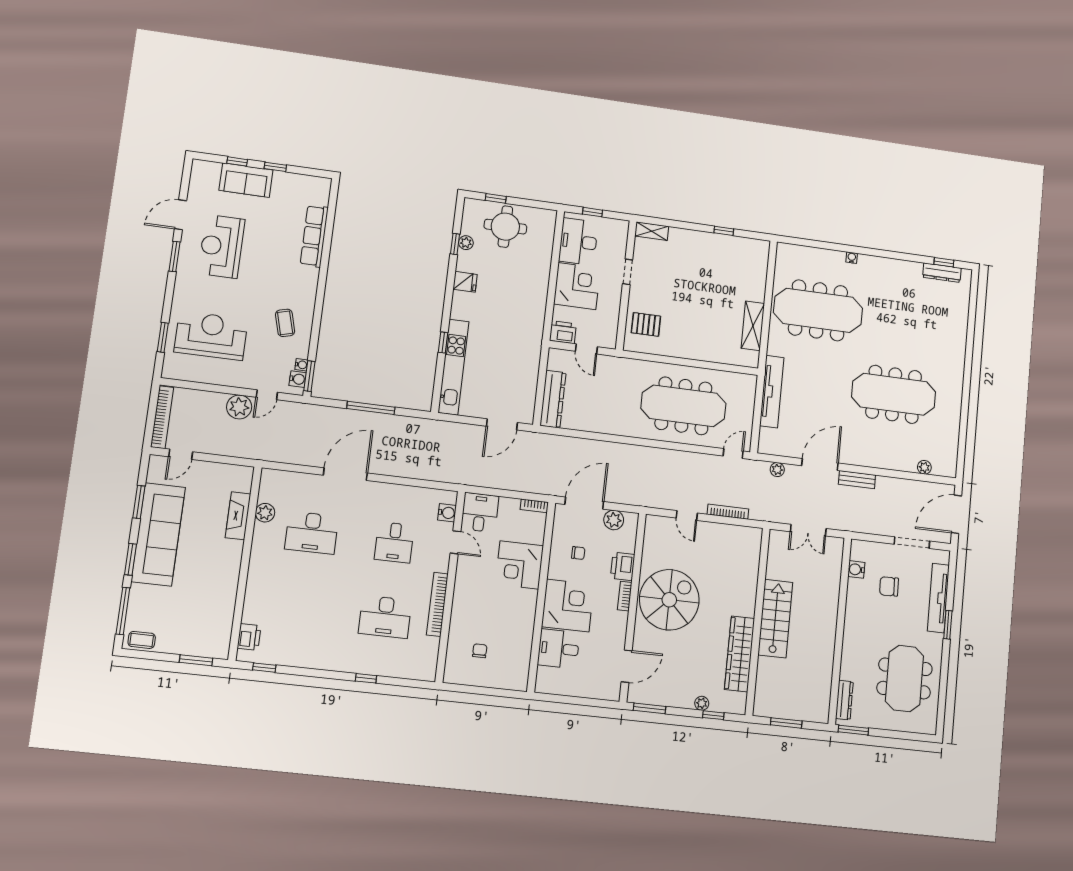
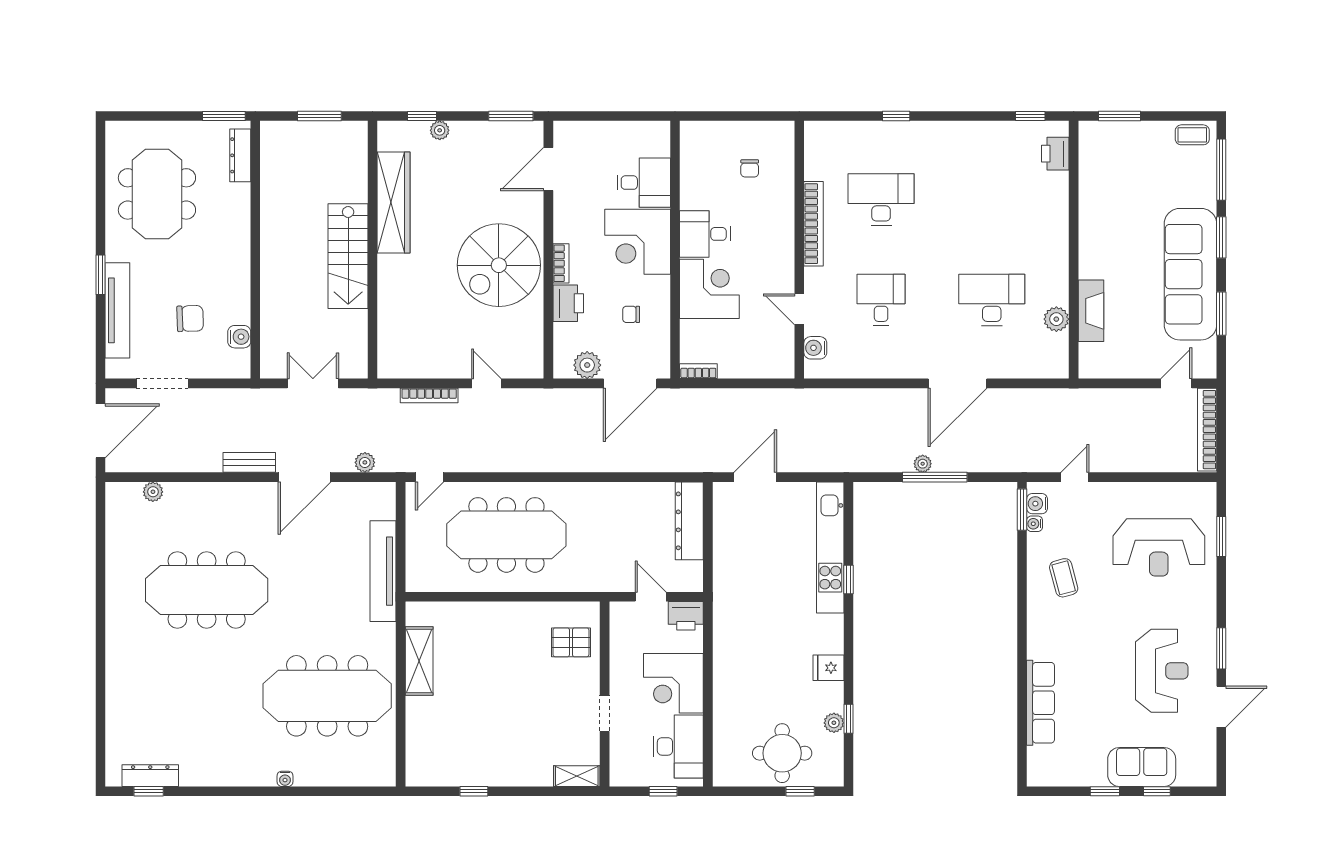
plant: (239, 407) -> (923, 464), moved, width x0.53, depth x0.53
desk: (480, 512) -> (705, 234), moved, turned 90

